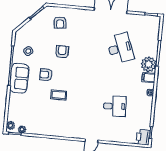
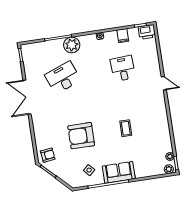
armchair: (60, 22) -> (48, 155), moved
armchair: (62, 52) -> (81, 136), width x1.88, depth x1.88
armchair: (46, 75) -> (108, 146), removed
filing cabinet: (149, 78) -> (123, 36), moved

